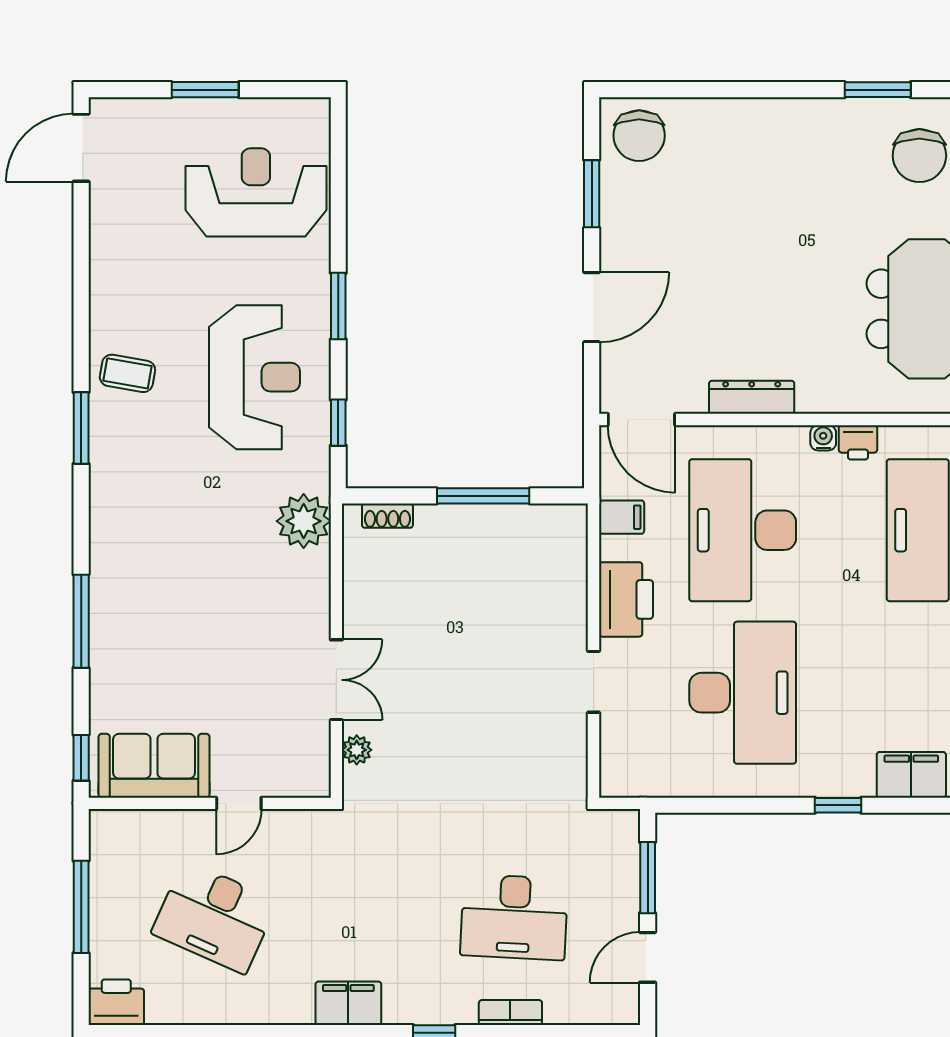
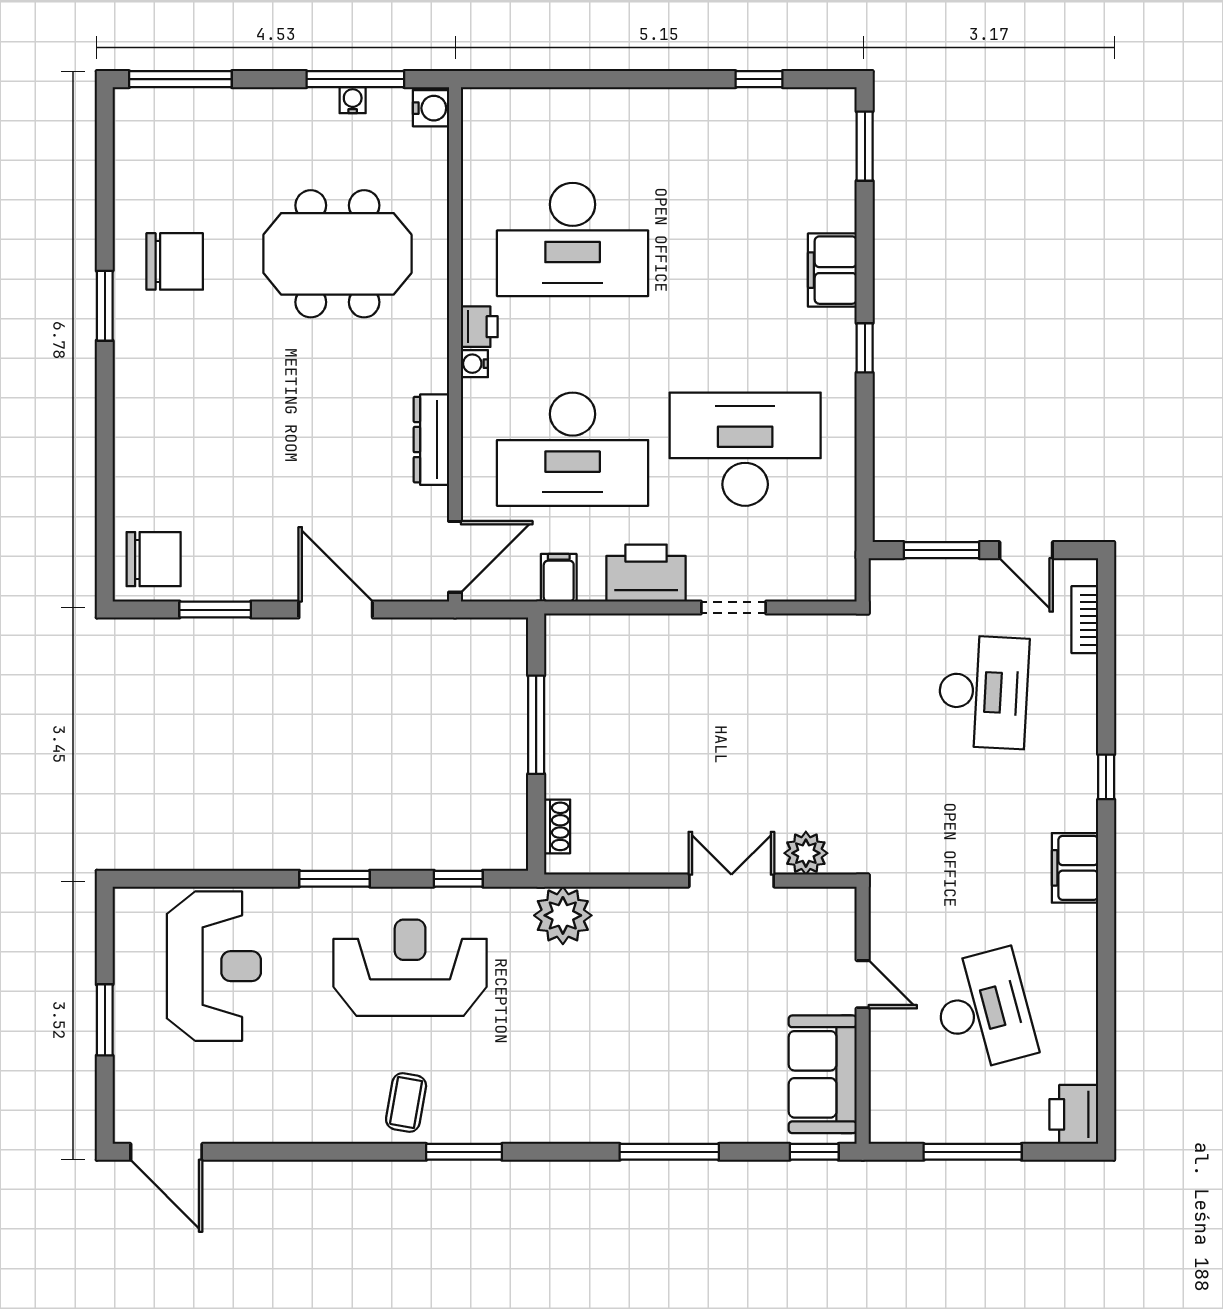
reception desk: (256, 192) -> (214, 966), turned 180
plant: (357, 750) -> (806, 853), width x1.38, depth x1.38
desk: (214, 917) -> (983, 1010), turned -39
bookcase: (510, 1013) -> (1085, 620), moved

